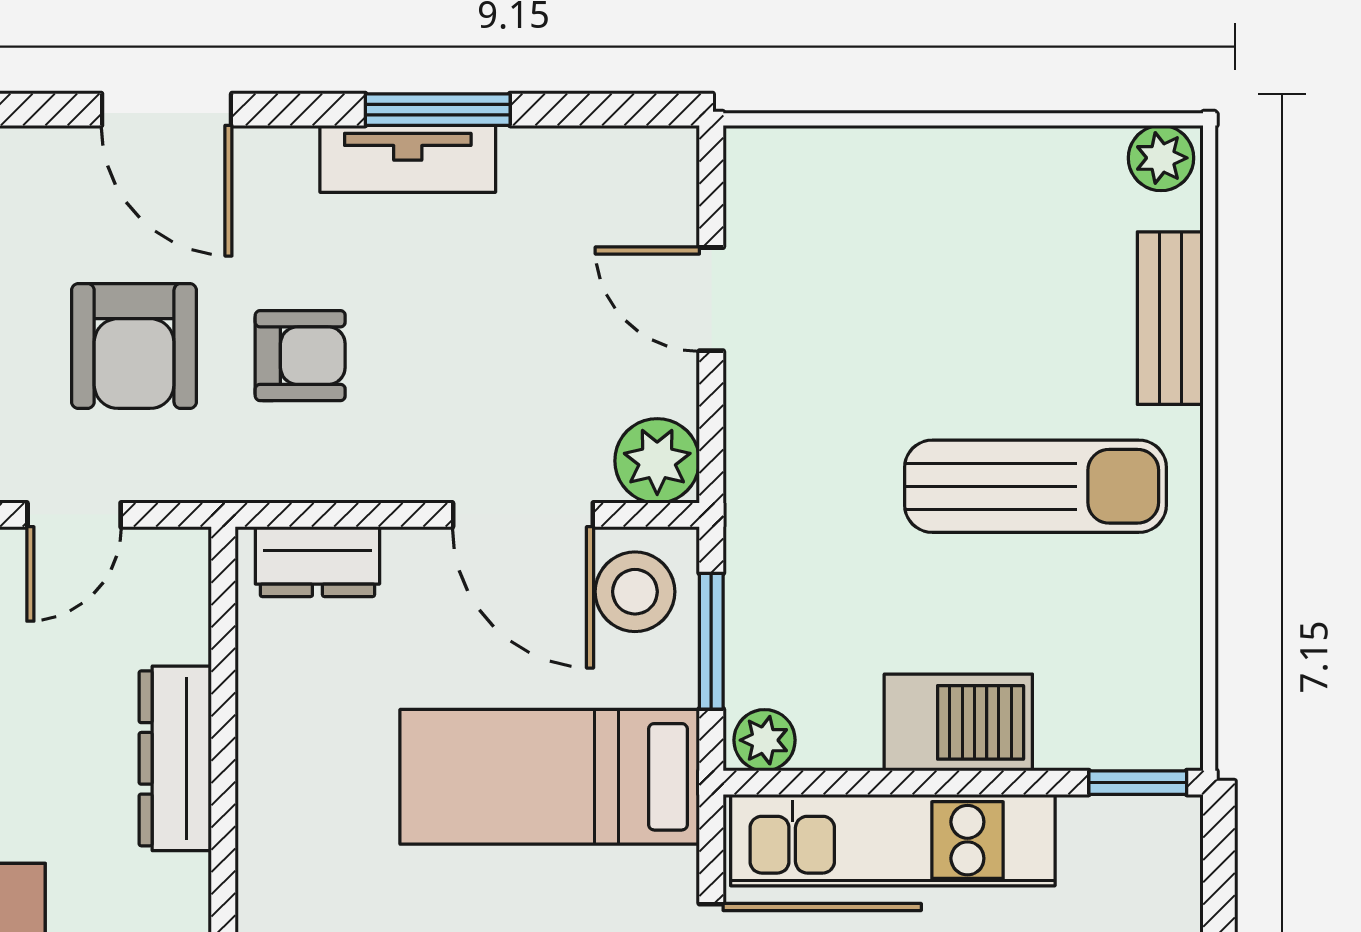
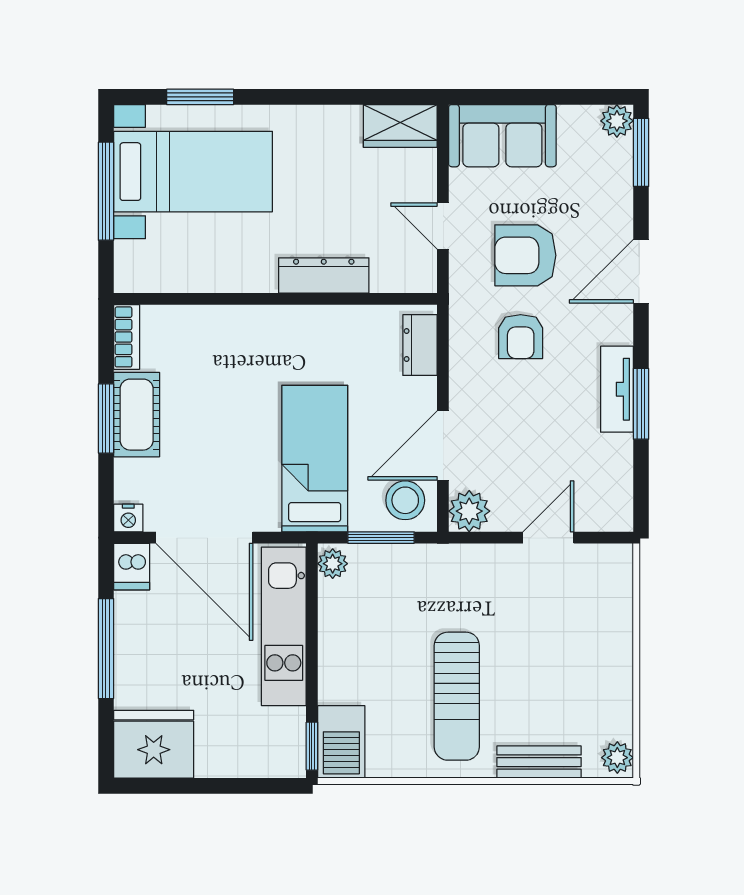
barbecue: (958, 722) -> (341, 742), moved

